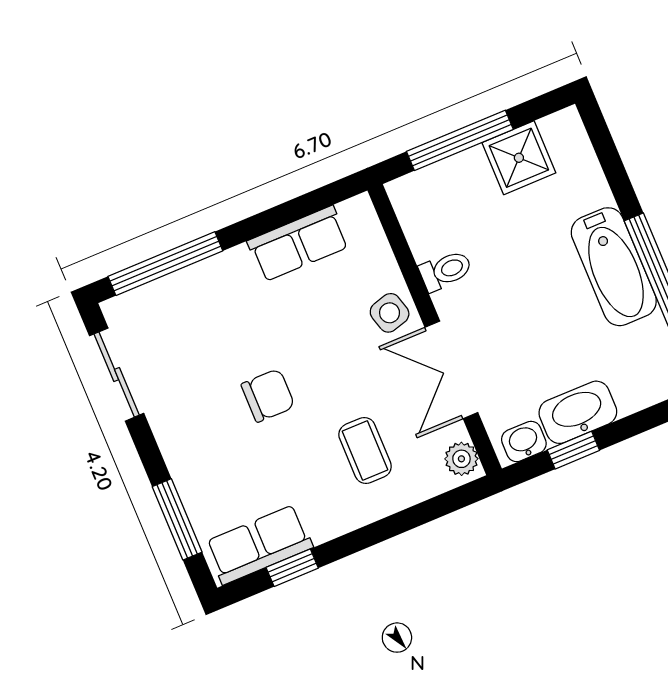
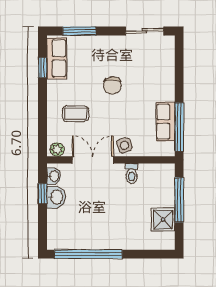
window: (165, 264) -> (179, 127), moved
bathtub: (614, 267) -> (106, 239), removed
washbasin: (578, 412) -> (56, 197), width x0.72

